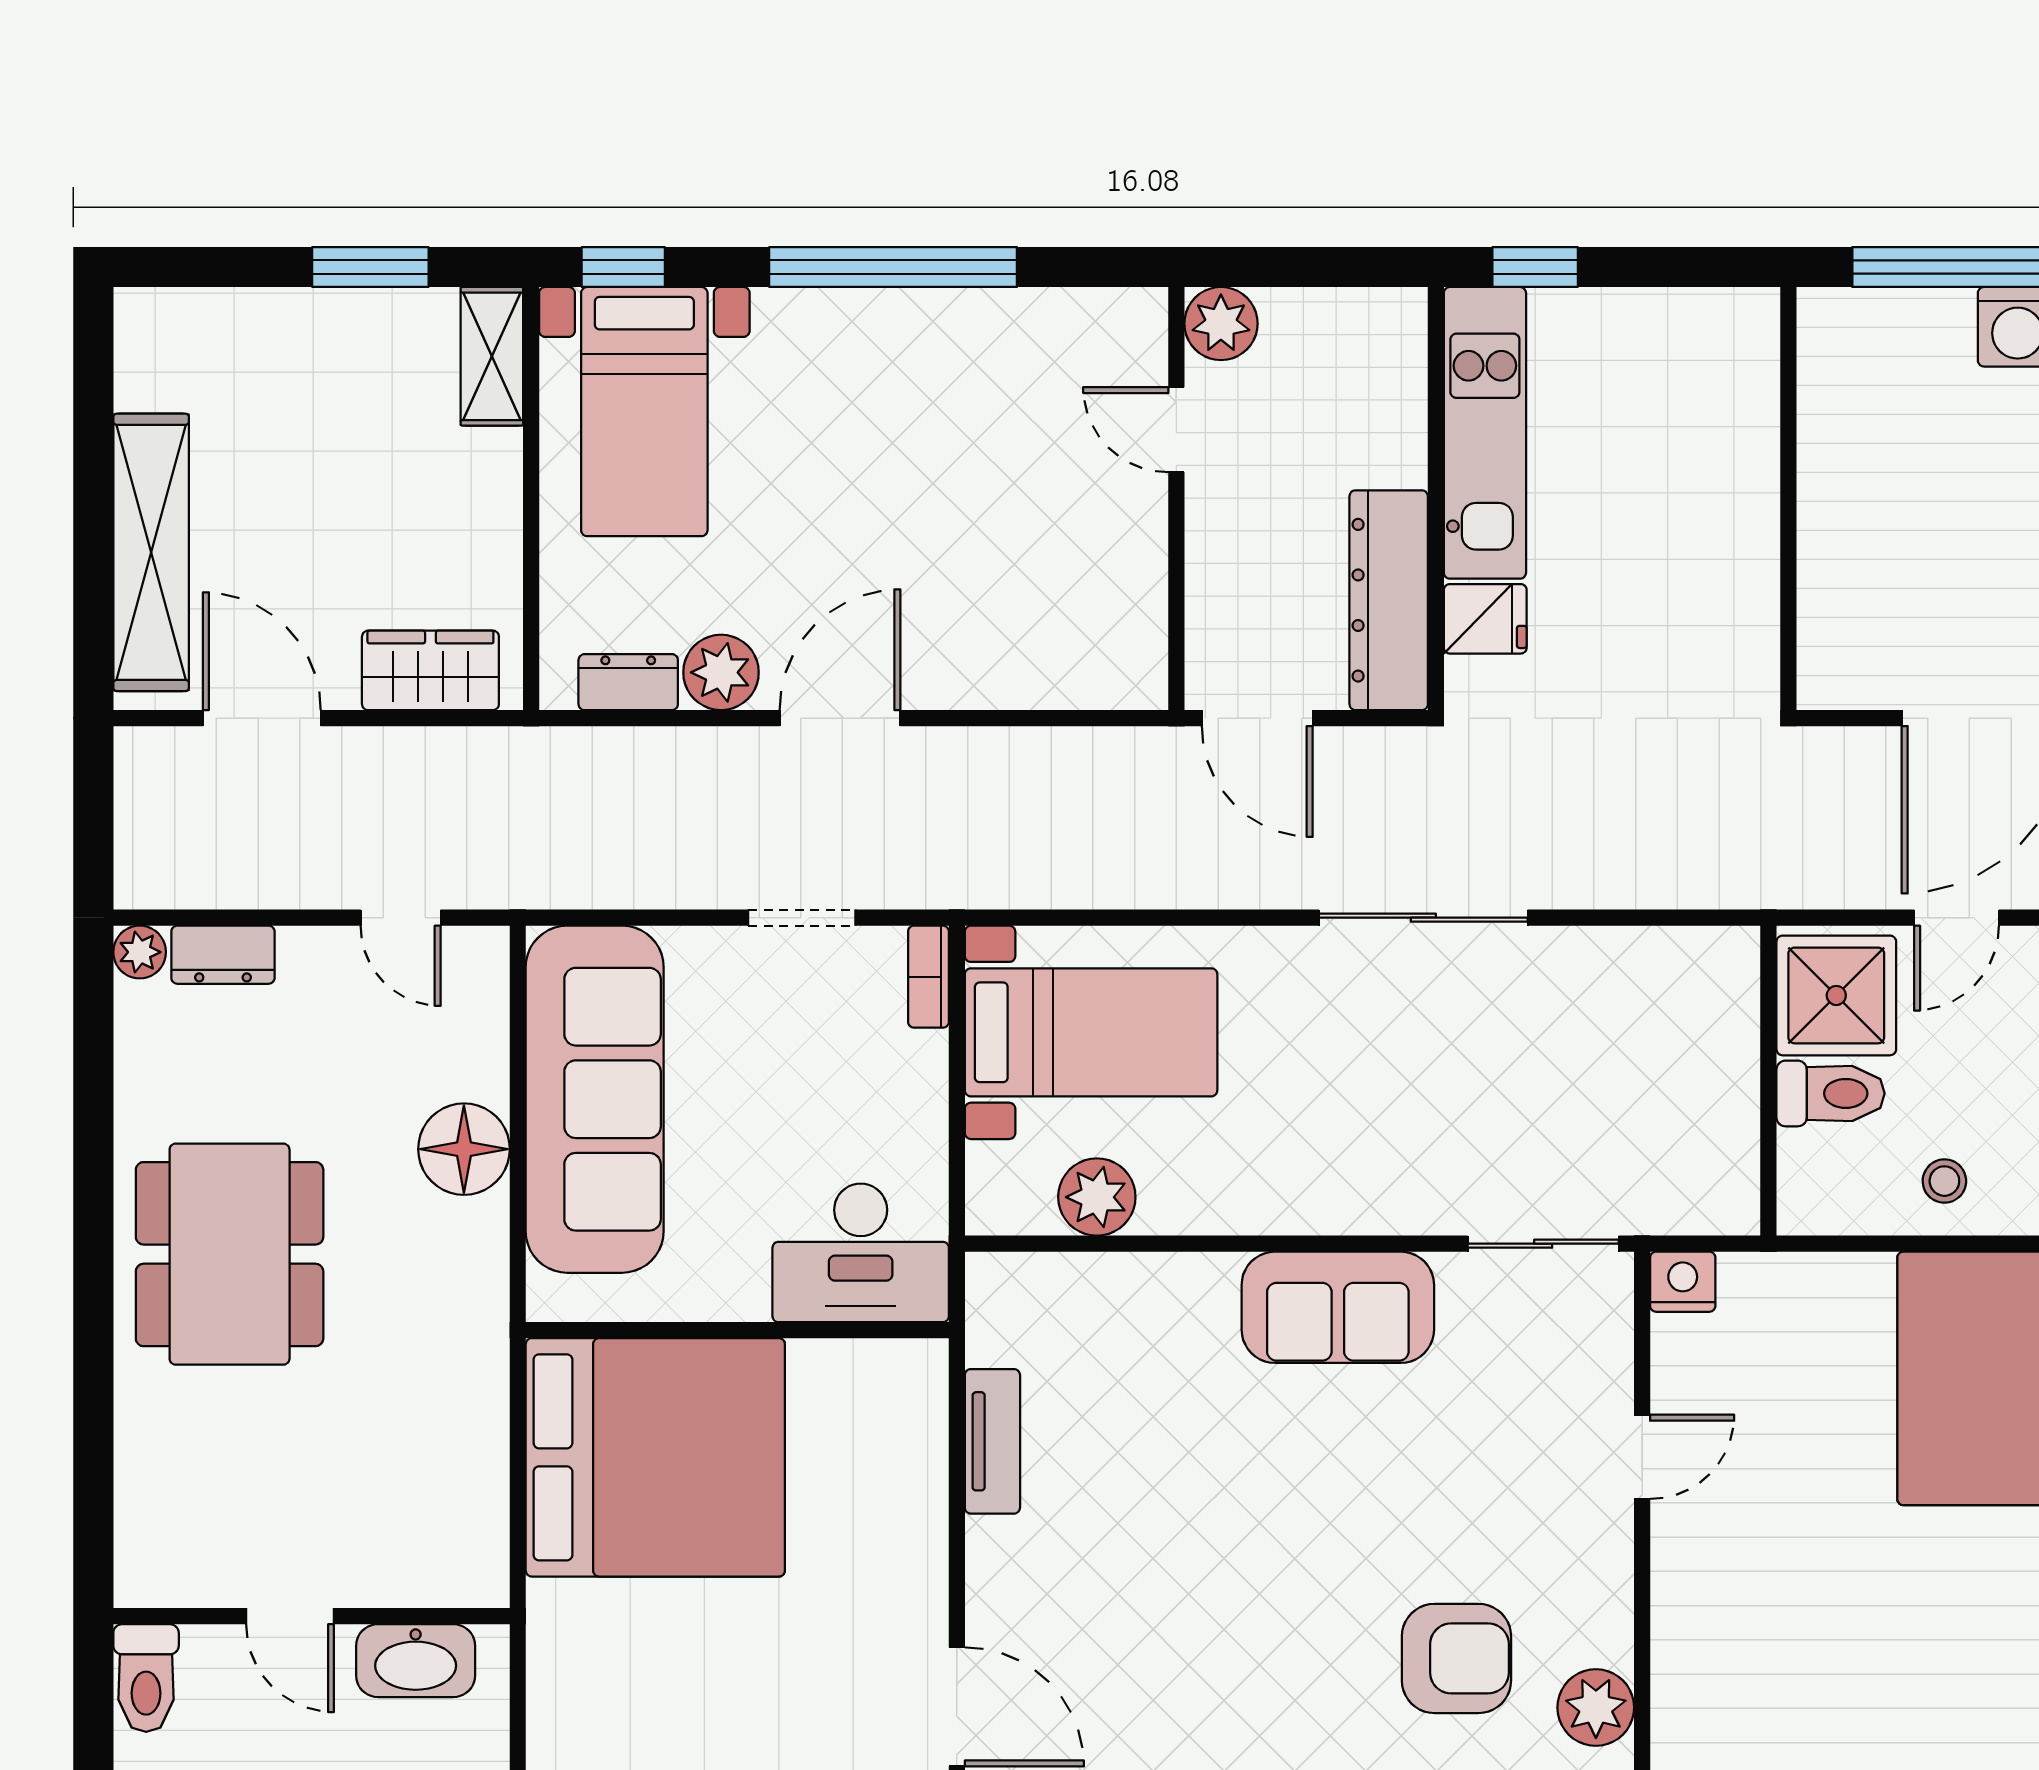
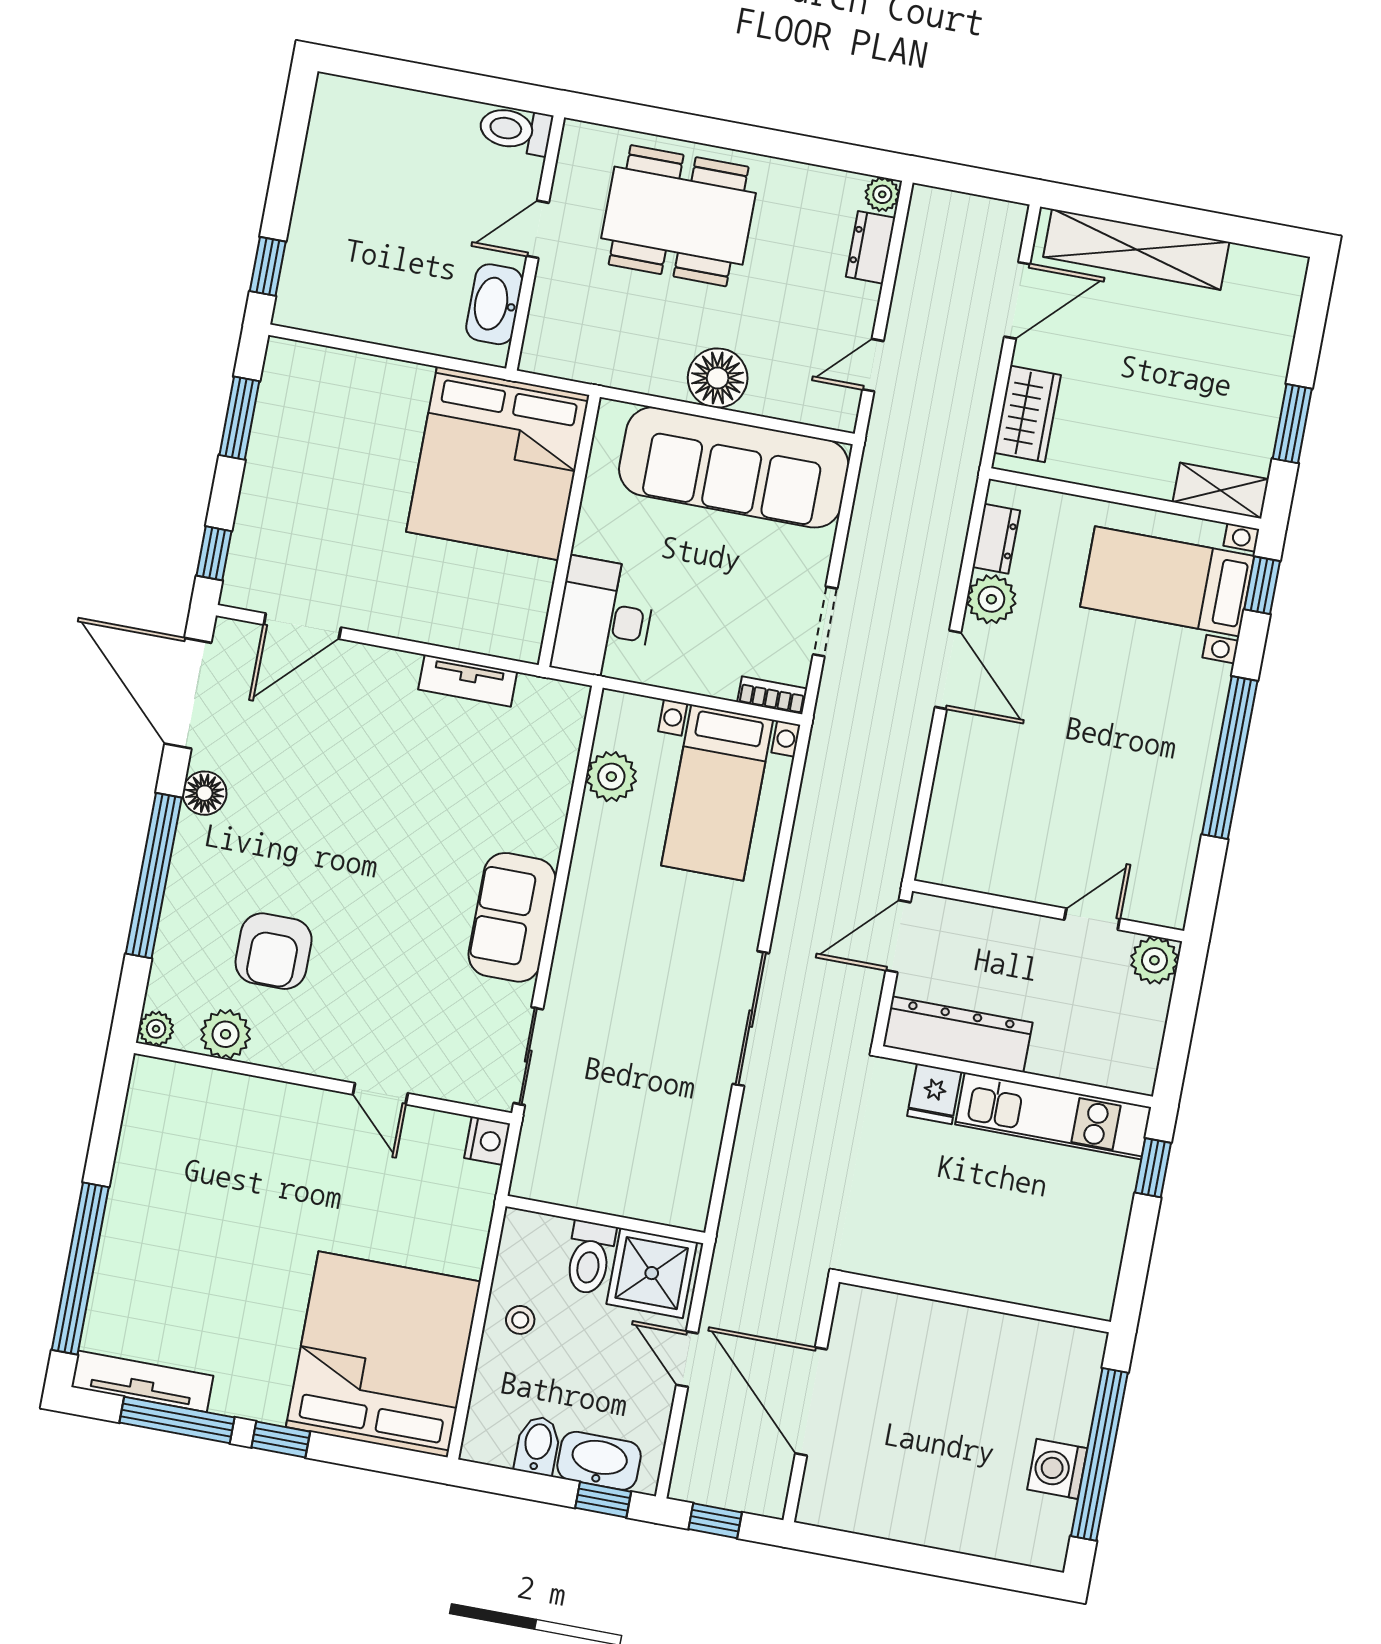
door: (290, 1616) -> (538, 229), moved
wall: (312, 1616) -> (535, 243), moved
washbasin: (416, 1661) -> (494, 304), moved
toilet: (146, 1678) -> (515, 130), moved

